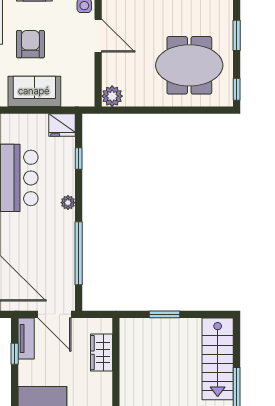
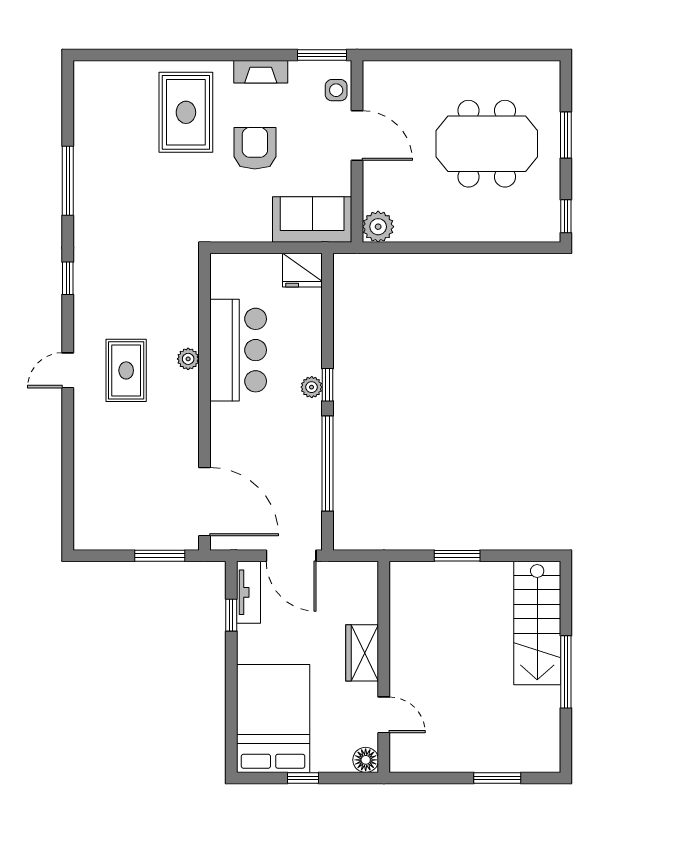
meeting table: (189, 65) -> (487, 144), moved
sofa: (34, 91) -> (312, 220), moved
window: (79, 159) -> (328, 385), moved
wardrobe: (102, 353) -> (362, 653), moved

